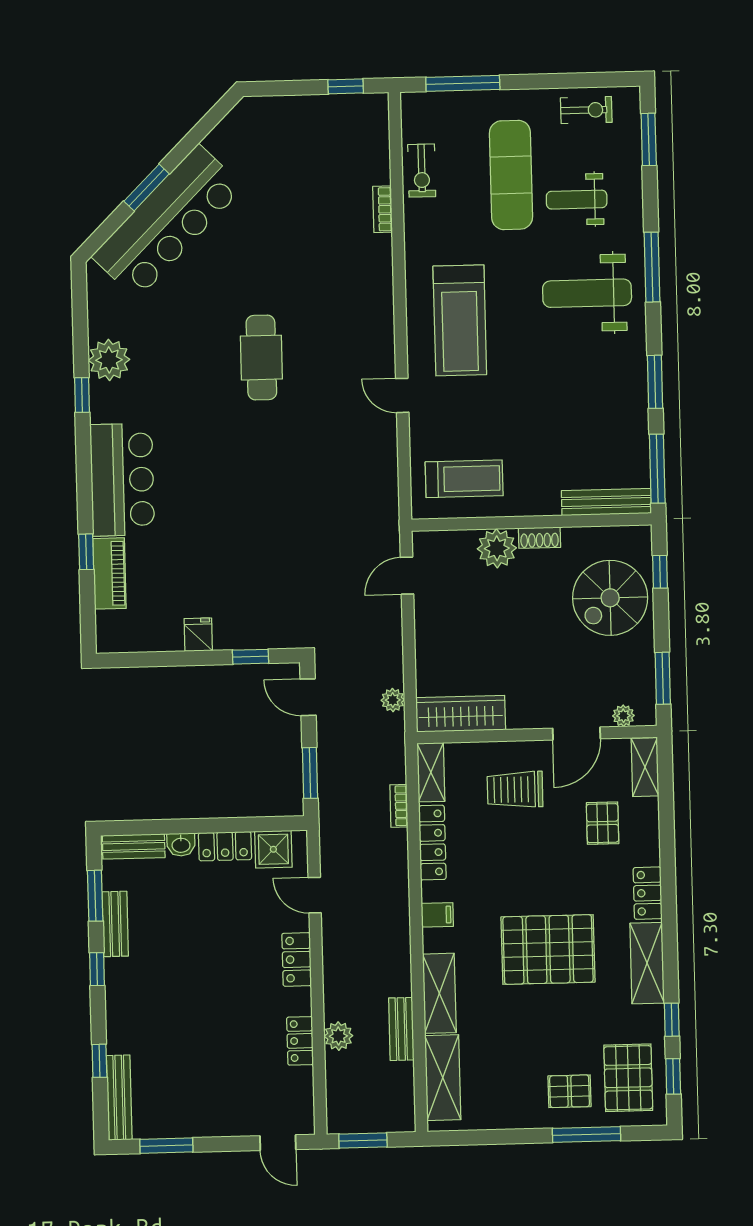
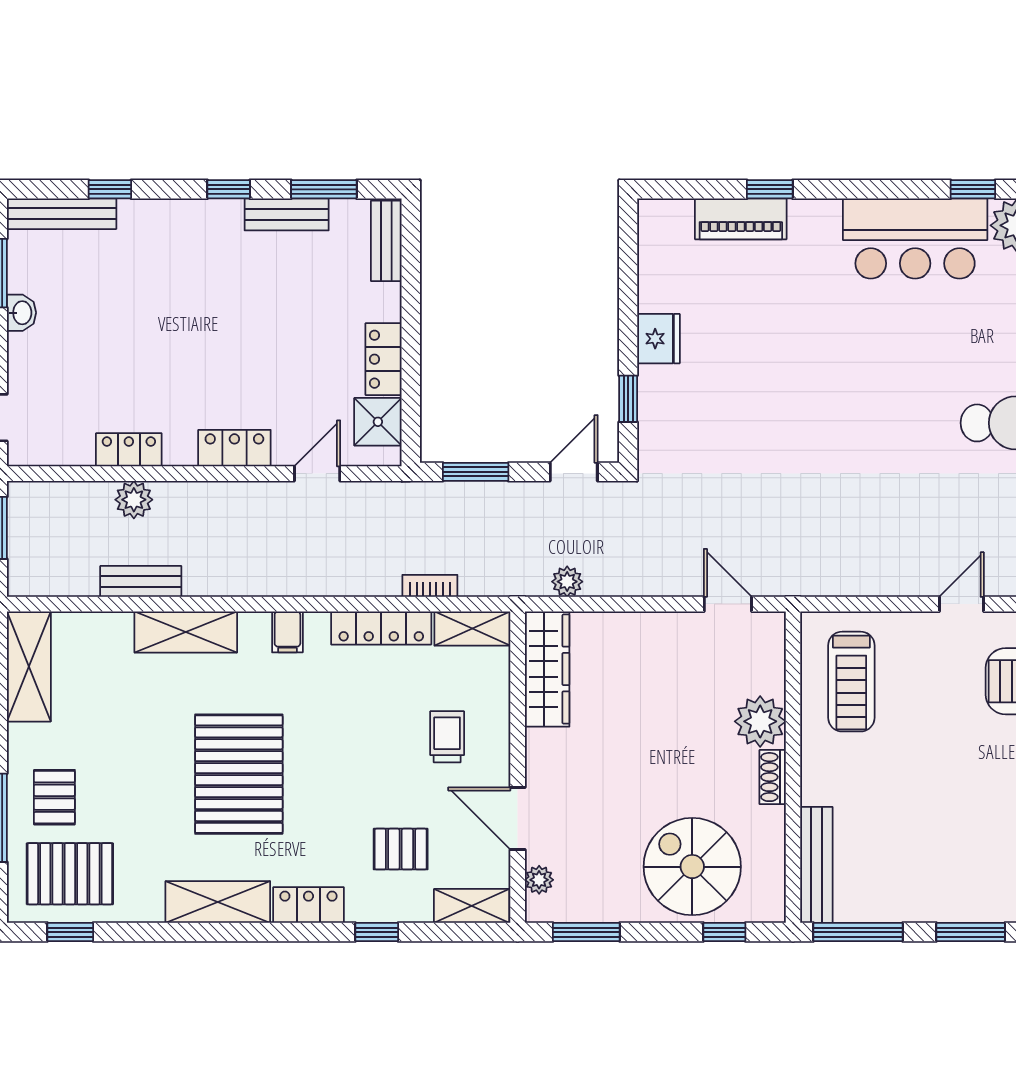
bar counter: (122, 480) -> (915, 239), moved
fridge: (198, 635) -> (658, 339), width x1.38
trolley: (515, 790) -> (447, 737), width x0.73, depth x0.72
washbasin: (181, 845) -> (21, 313), moved, turned 180
window: (672, 1020) -> (377, 932), moved
shelving: (443, 1078) -> (29, 666), moved, turned 90

